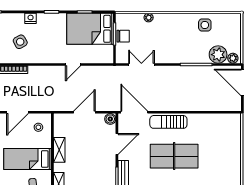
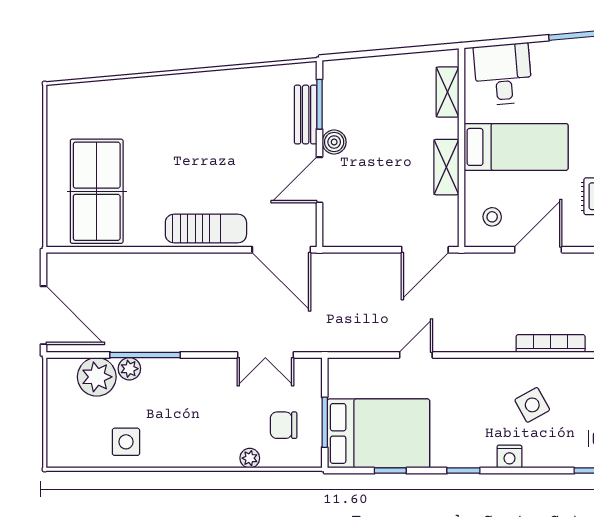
chair: (123, 36) -> (284, 425), moved
plant: (233, 58) -> (129, 369), moved
door: (84, 112) -> (425, 250), moved
boiler: (110, 119) -> (334, 142), moved
table tennis table: (174, 156) -> (97, 191), moved, turned 90

